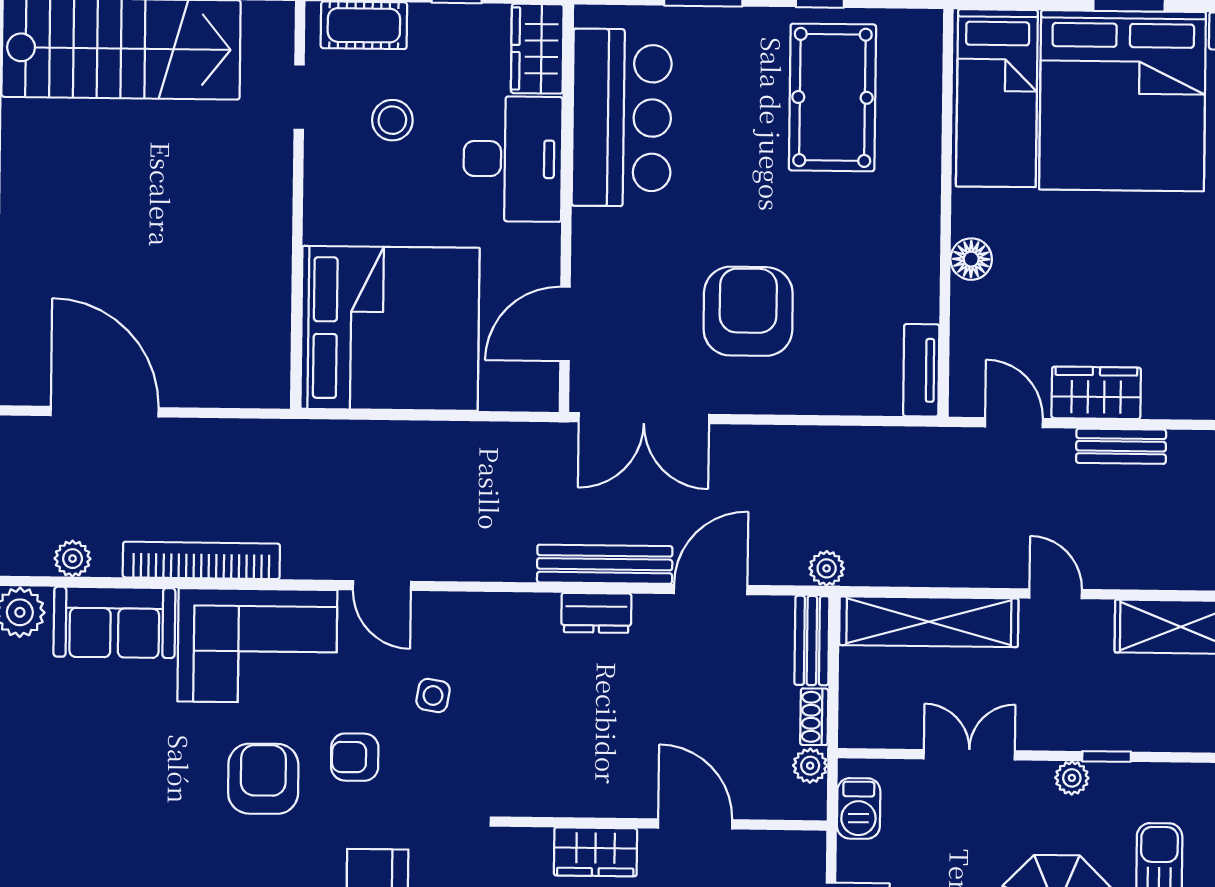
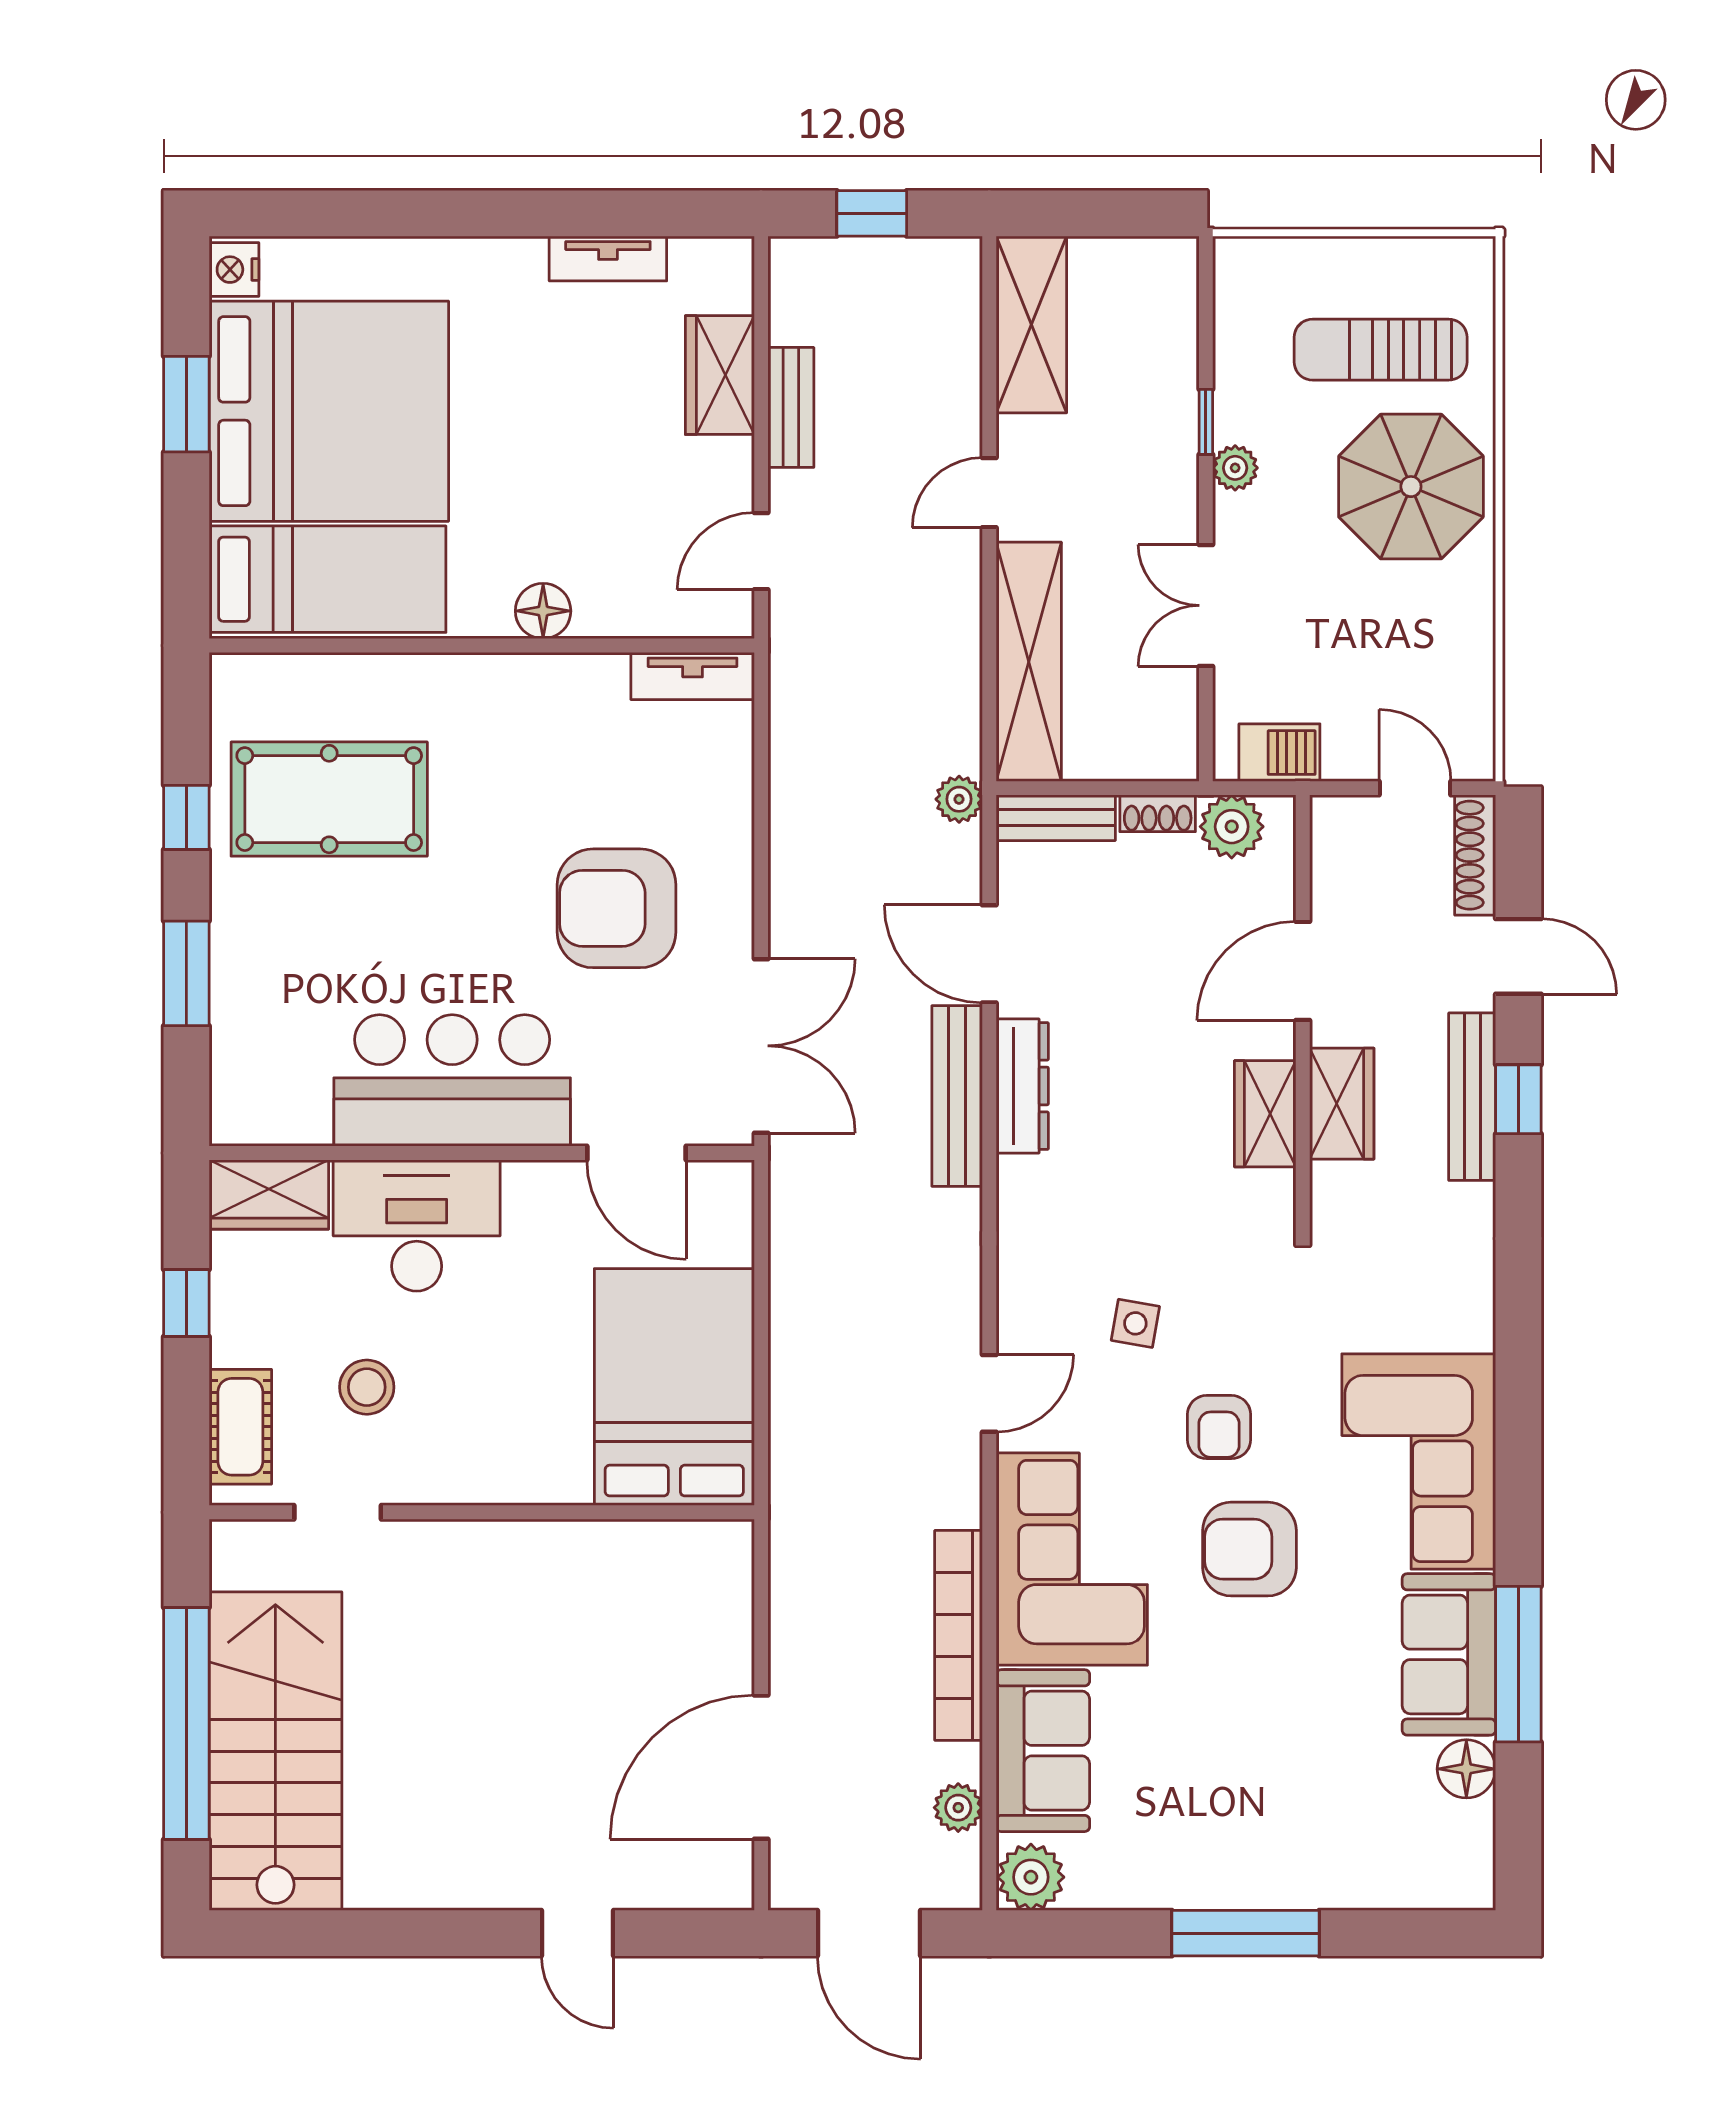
bar counter: (622, 118) -> (452, 1080), moved
bed: (390, 328) -> (674, 1387), width x0.73
wardrobe: (1096, 393) -> (720, 375), moved
dresser: (596, 613) -> (1022, 1086), width x1.44
plant: (810, 766) -> (1232, 827), width x1.38, depth x1.38
wardrobe: (589, 794) -> (1265, 1114), added

